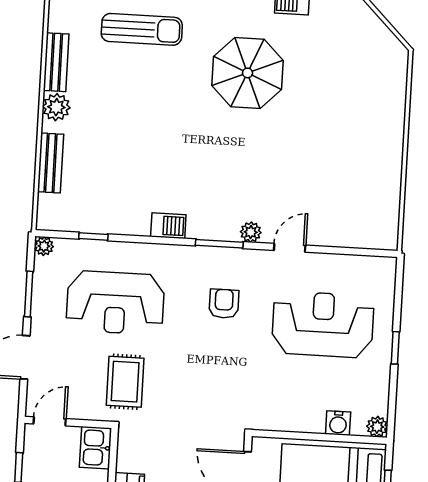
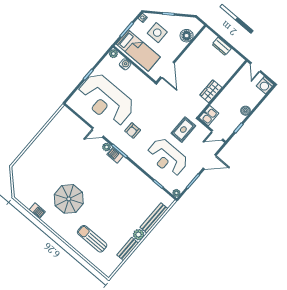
bench: (51, 163) -> (154, 218), width x1.36
barbecue: (168, 226) -> (115, 155), moved
reception desk: (115, 303) -> (167, 157), turned 180
reception desk: (323, 324) -> (106, 100), width x1.36, depth x1.30

